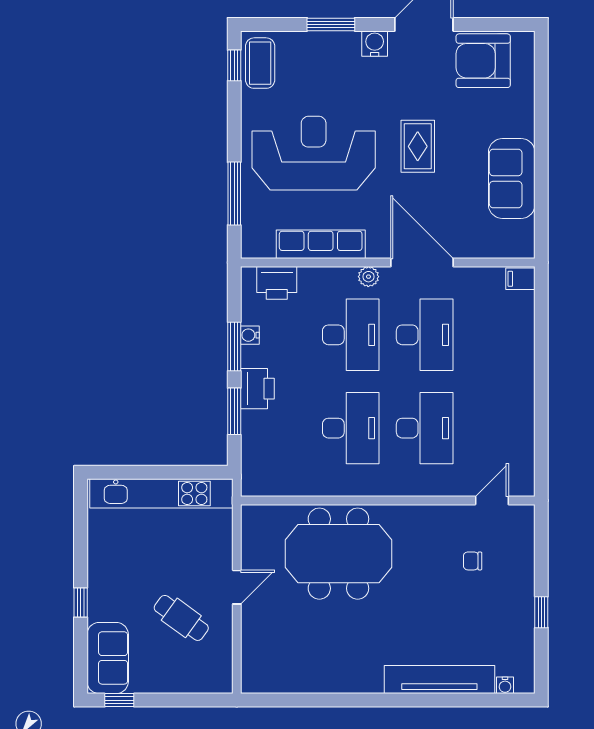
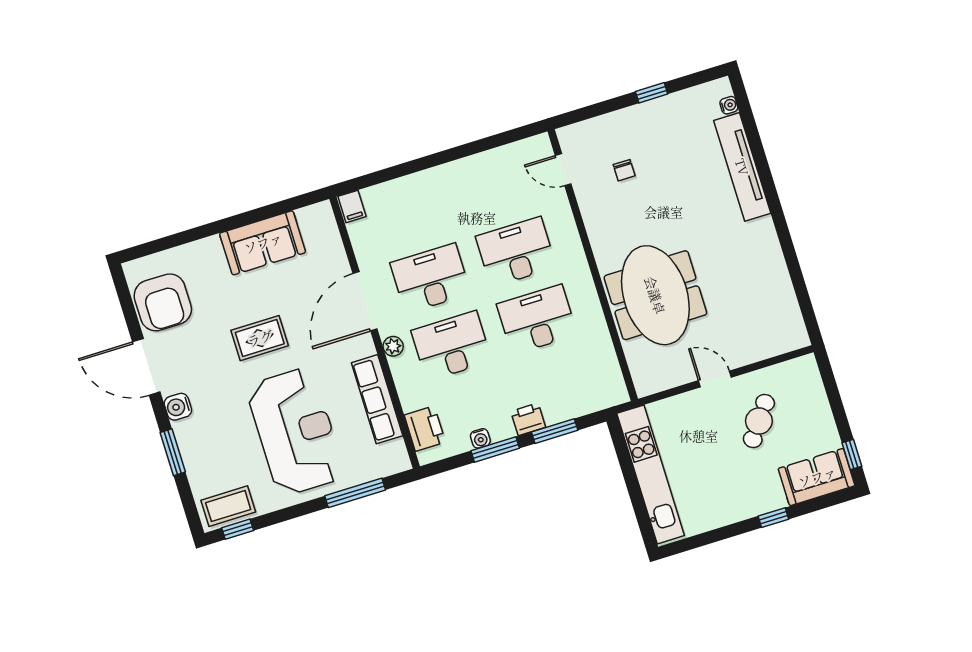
reception desk: (314, 153) -> (295, 432), turned 180
printer: (257, 389) -> (528, 419), width x0.73, depth x0.81

